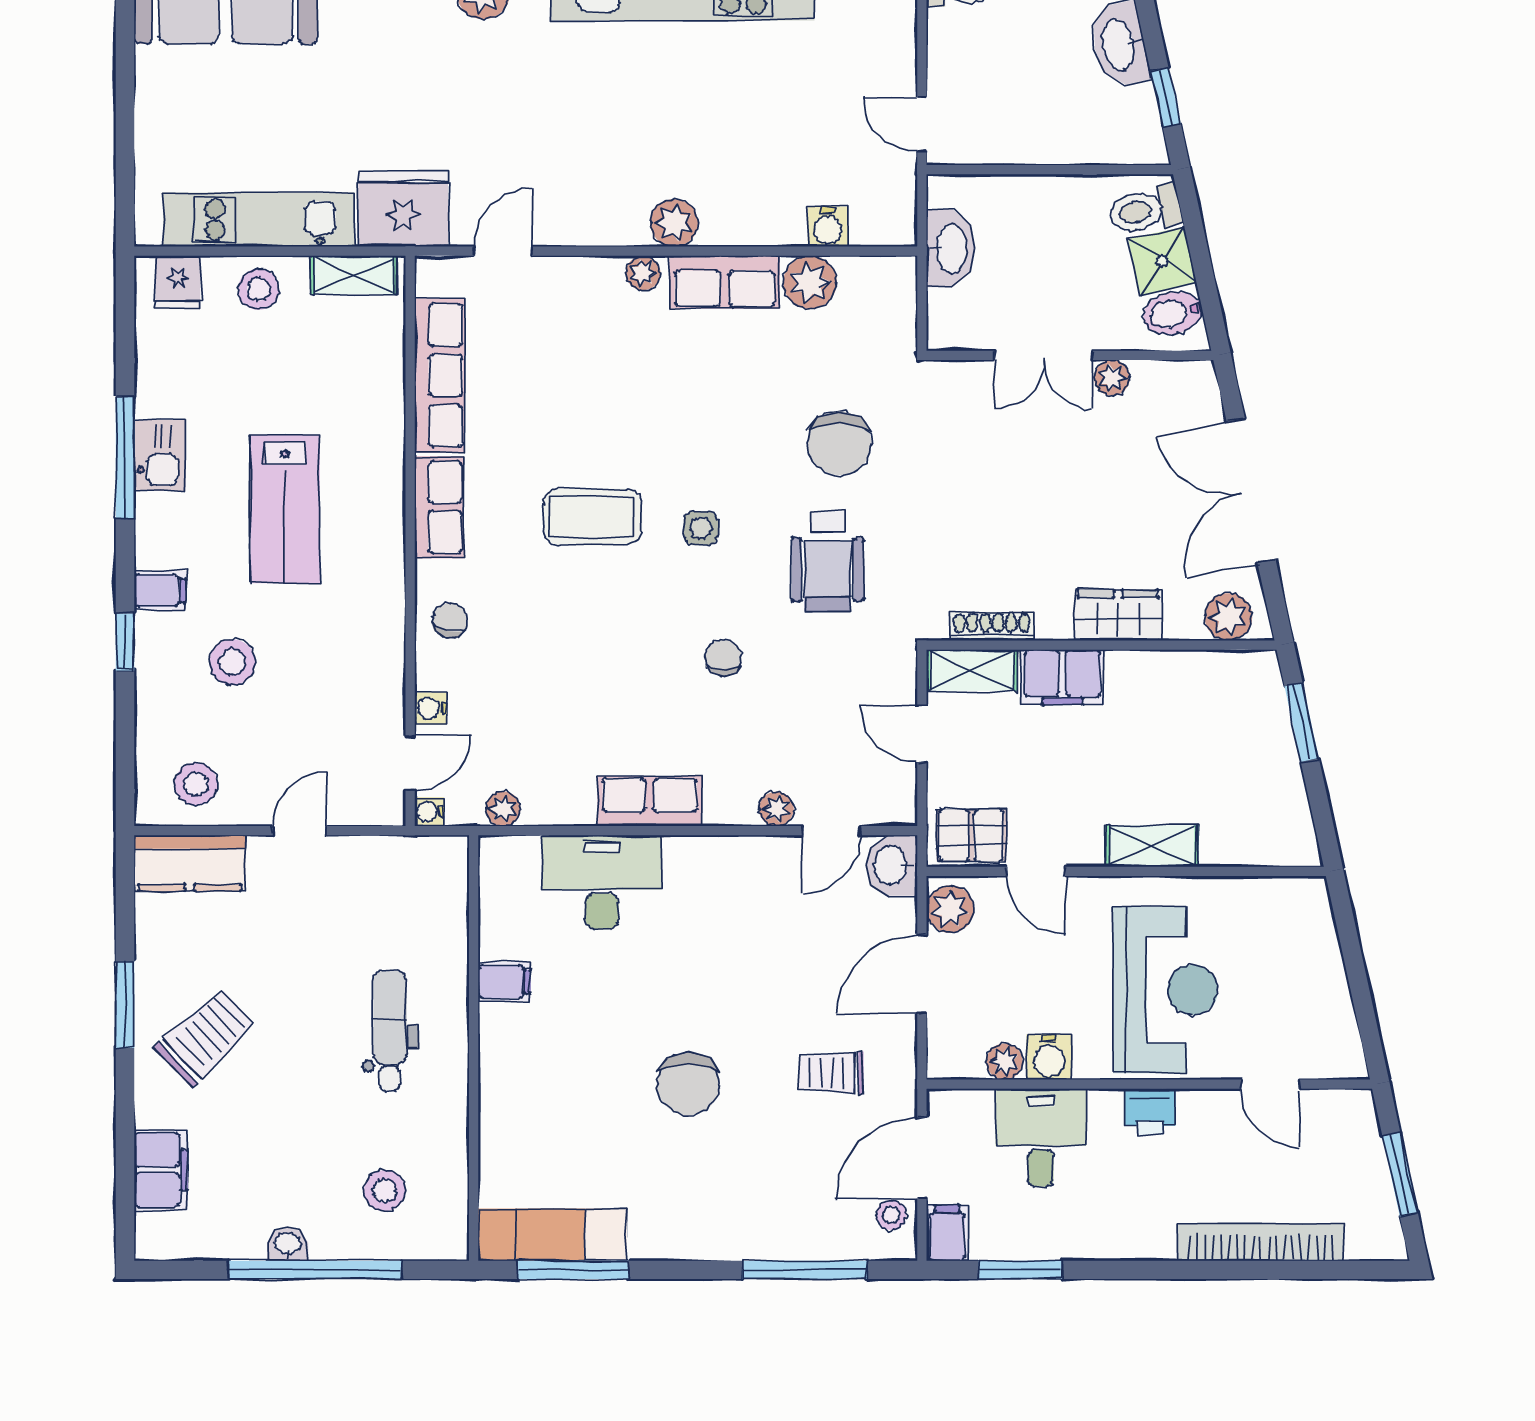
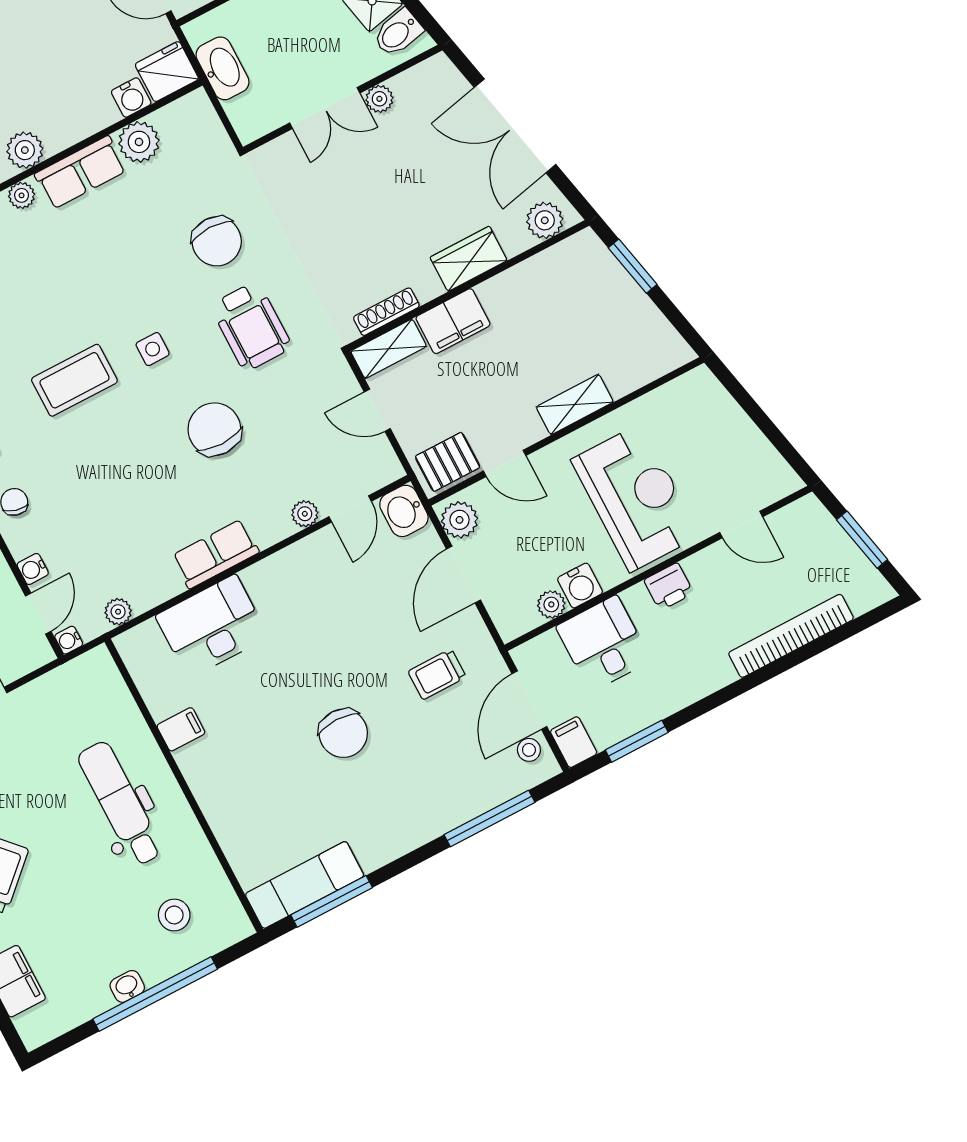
fridge: (884, 218) -> (167, 72), added
chair: (723, 657) -> (214, 429), width x1.87, depth x1.87
dental chair: (390, 1030) -> (120, 804), width x1.36, depth x1.38

